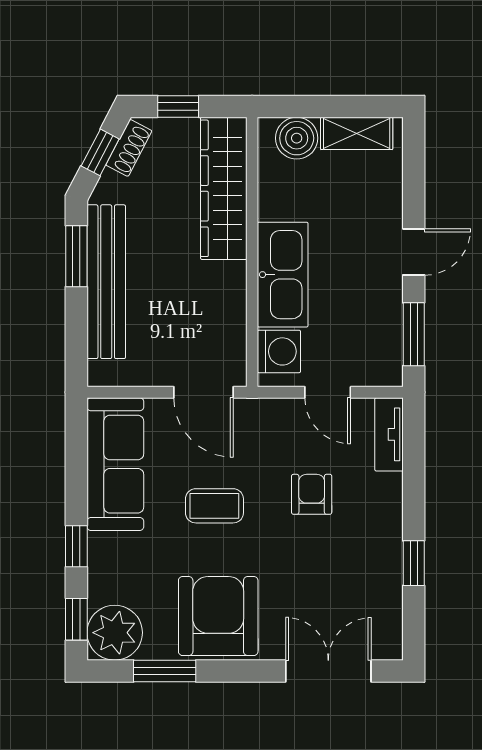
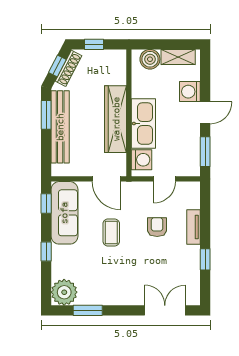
shoe rack: (129, 148) -> (68, 68), width x1.43
wardrobe: (224, 188) -> (116, 119), moved
washing machine: (381, 207) -> (190, 92), added
door: (328, 392) -> (165, 179), hinge flipped
tv unit: (389, 434) -> (193, 227), moved
coffee table: (214, 506) -> (111, 232), turned 90
armchair: (218, 616) -> (113, 284), removed
window: (76, 619) -> (46, 204), moved

